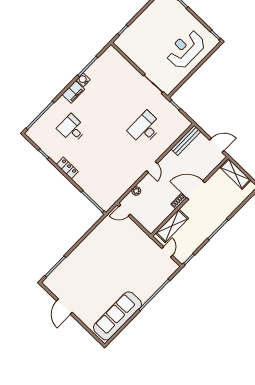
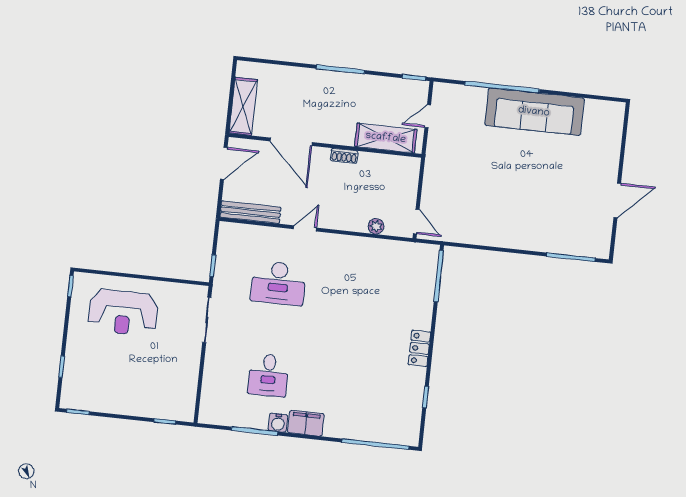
desk: (72, 129) -> (268, 375), moved
door: (217, 145) -> (224, 163), swing flipped
door: (152, 167) -> (305, 228), moved
door: (196, 190) -> (291, 142), moved
sofa: (117, 316) -> (534, 112), moved

